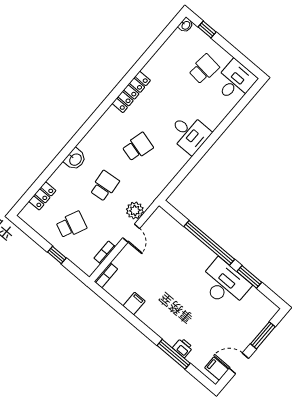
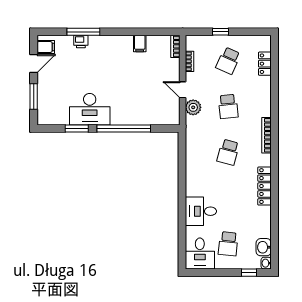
desk: (189, 133) -> (201, 211), moved
bookcase: (93, 134) -> (266, 135), added
washbasin: (75, 159) -> (264, 247), moved

